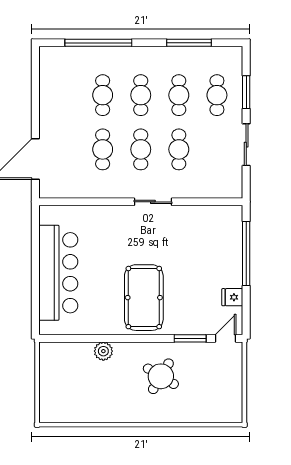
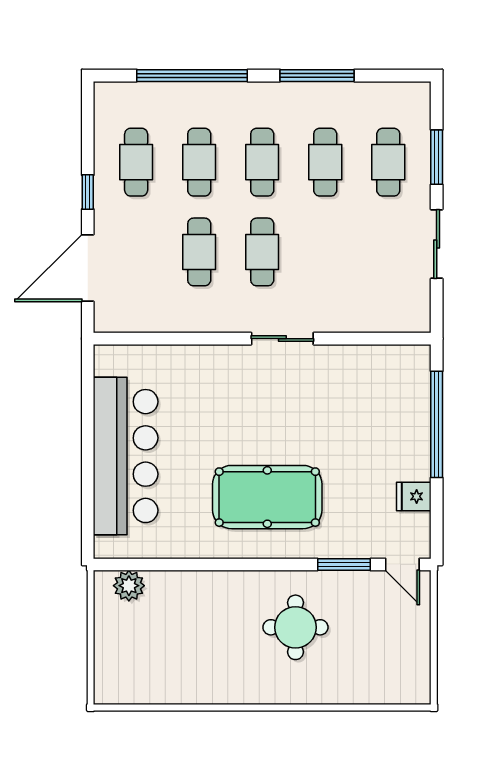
window: (189, 43) -> (317, 76), moved
window: (35, 113) -> (88, 192), added
cafe table: (179, 149) -> (136, 162), moved
pool table: (144, 298) -> (267, 497), turned 90
door: (225, 338) -> (402, 564), swing flipped
plant: (103, 351) -> (129, 586), moved
round table: (161, 376) -> (295, 627), turned -31

